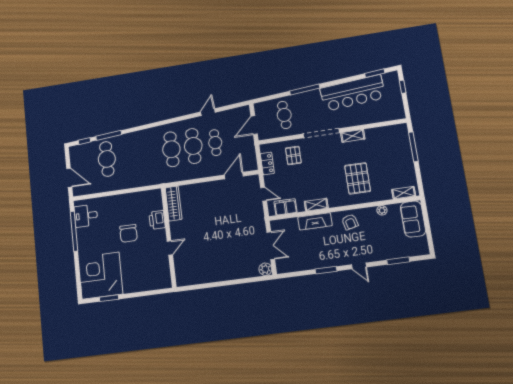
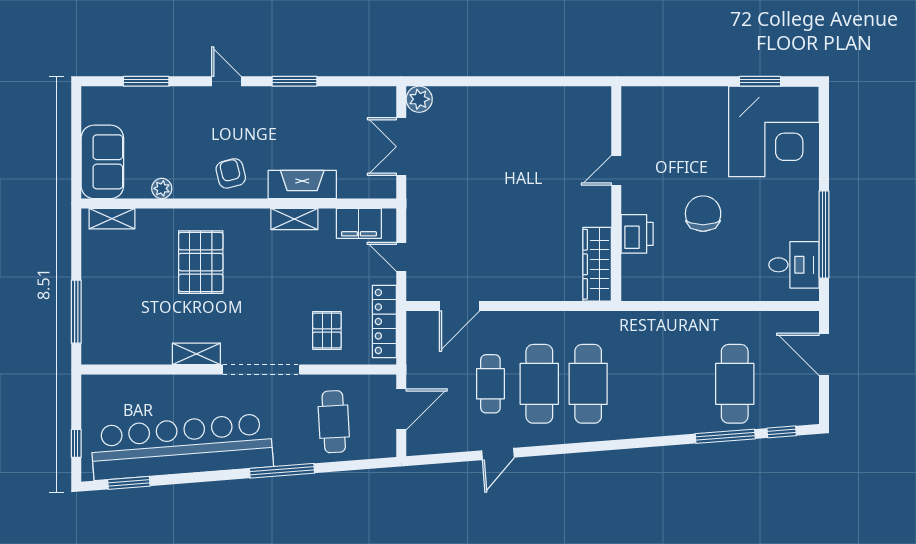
bar counter: (353, 93) -> (182, 447), width x1.36
locker: (267, 163) -> (384, 321), width x1.53

